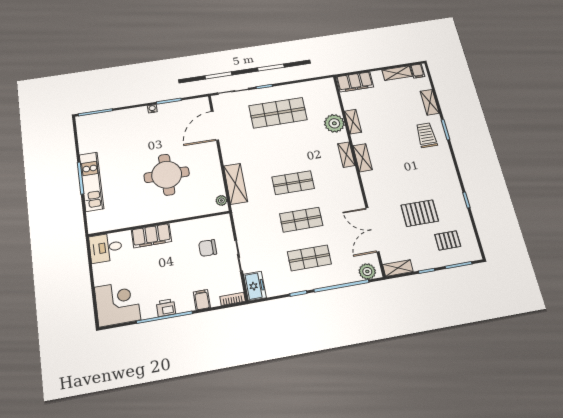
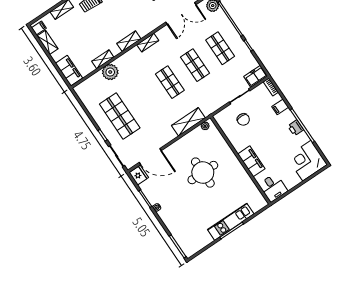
fridge: (200, 105) -> (139, 175), added
shelving: (346, 155) -> (148, 43), moved

